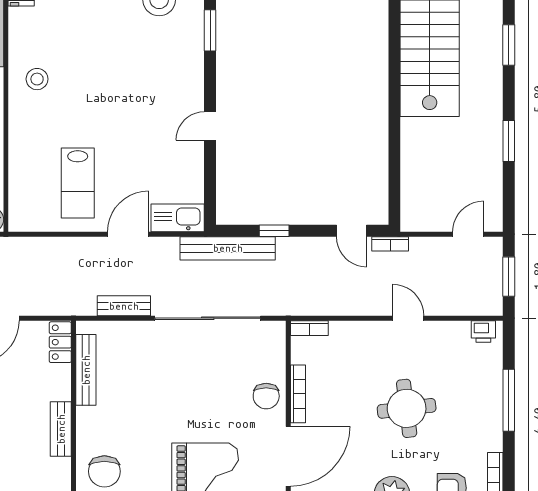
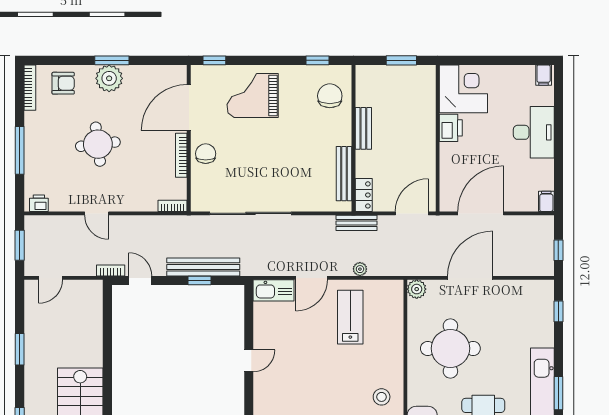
plant: (65, 246) -> (360, 269), added
bench: (228, 248) -> (203, 267), moved
bench: (124, 306) -> (356, 223), moved

